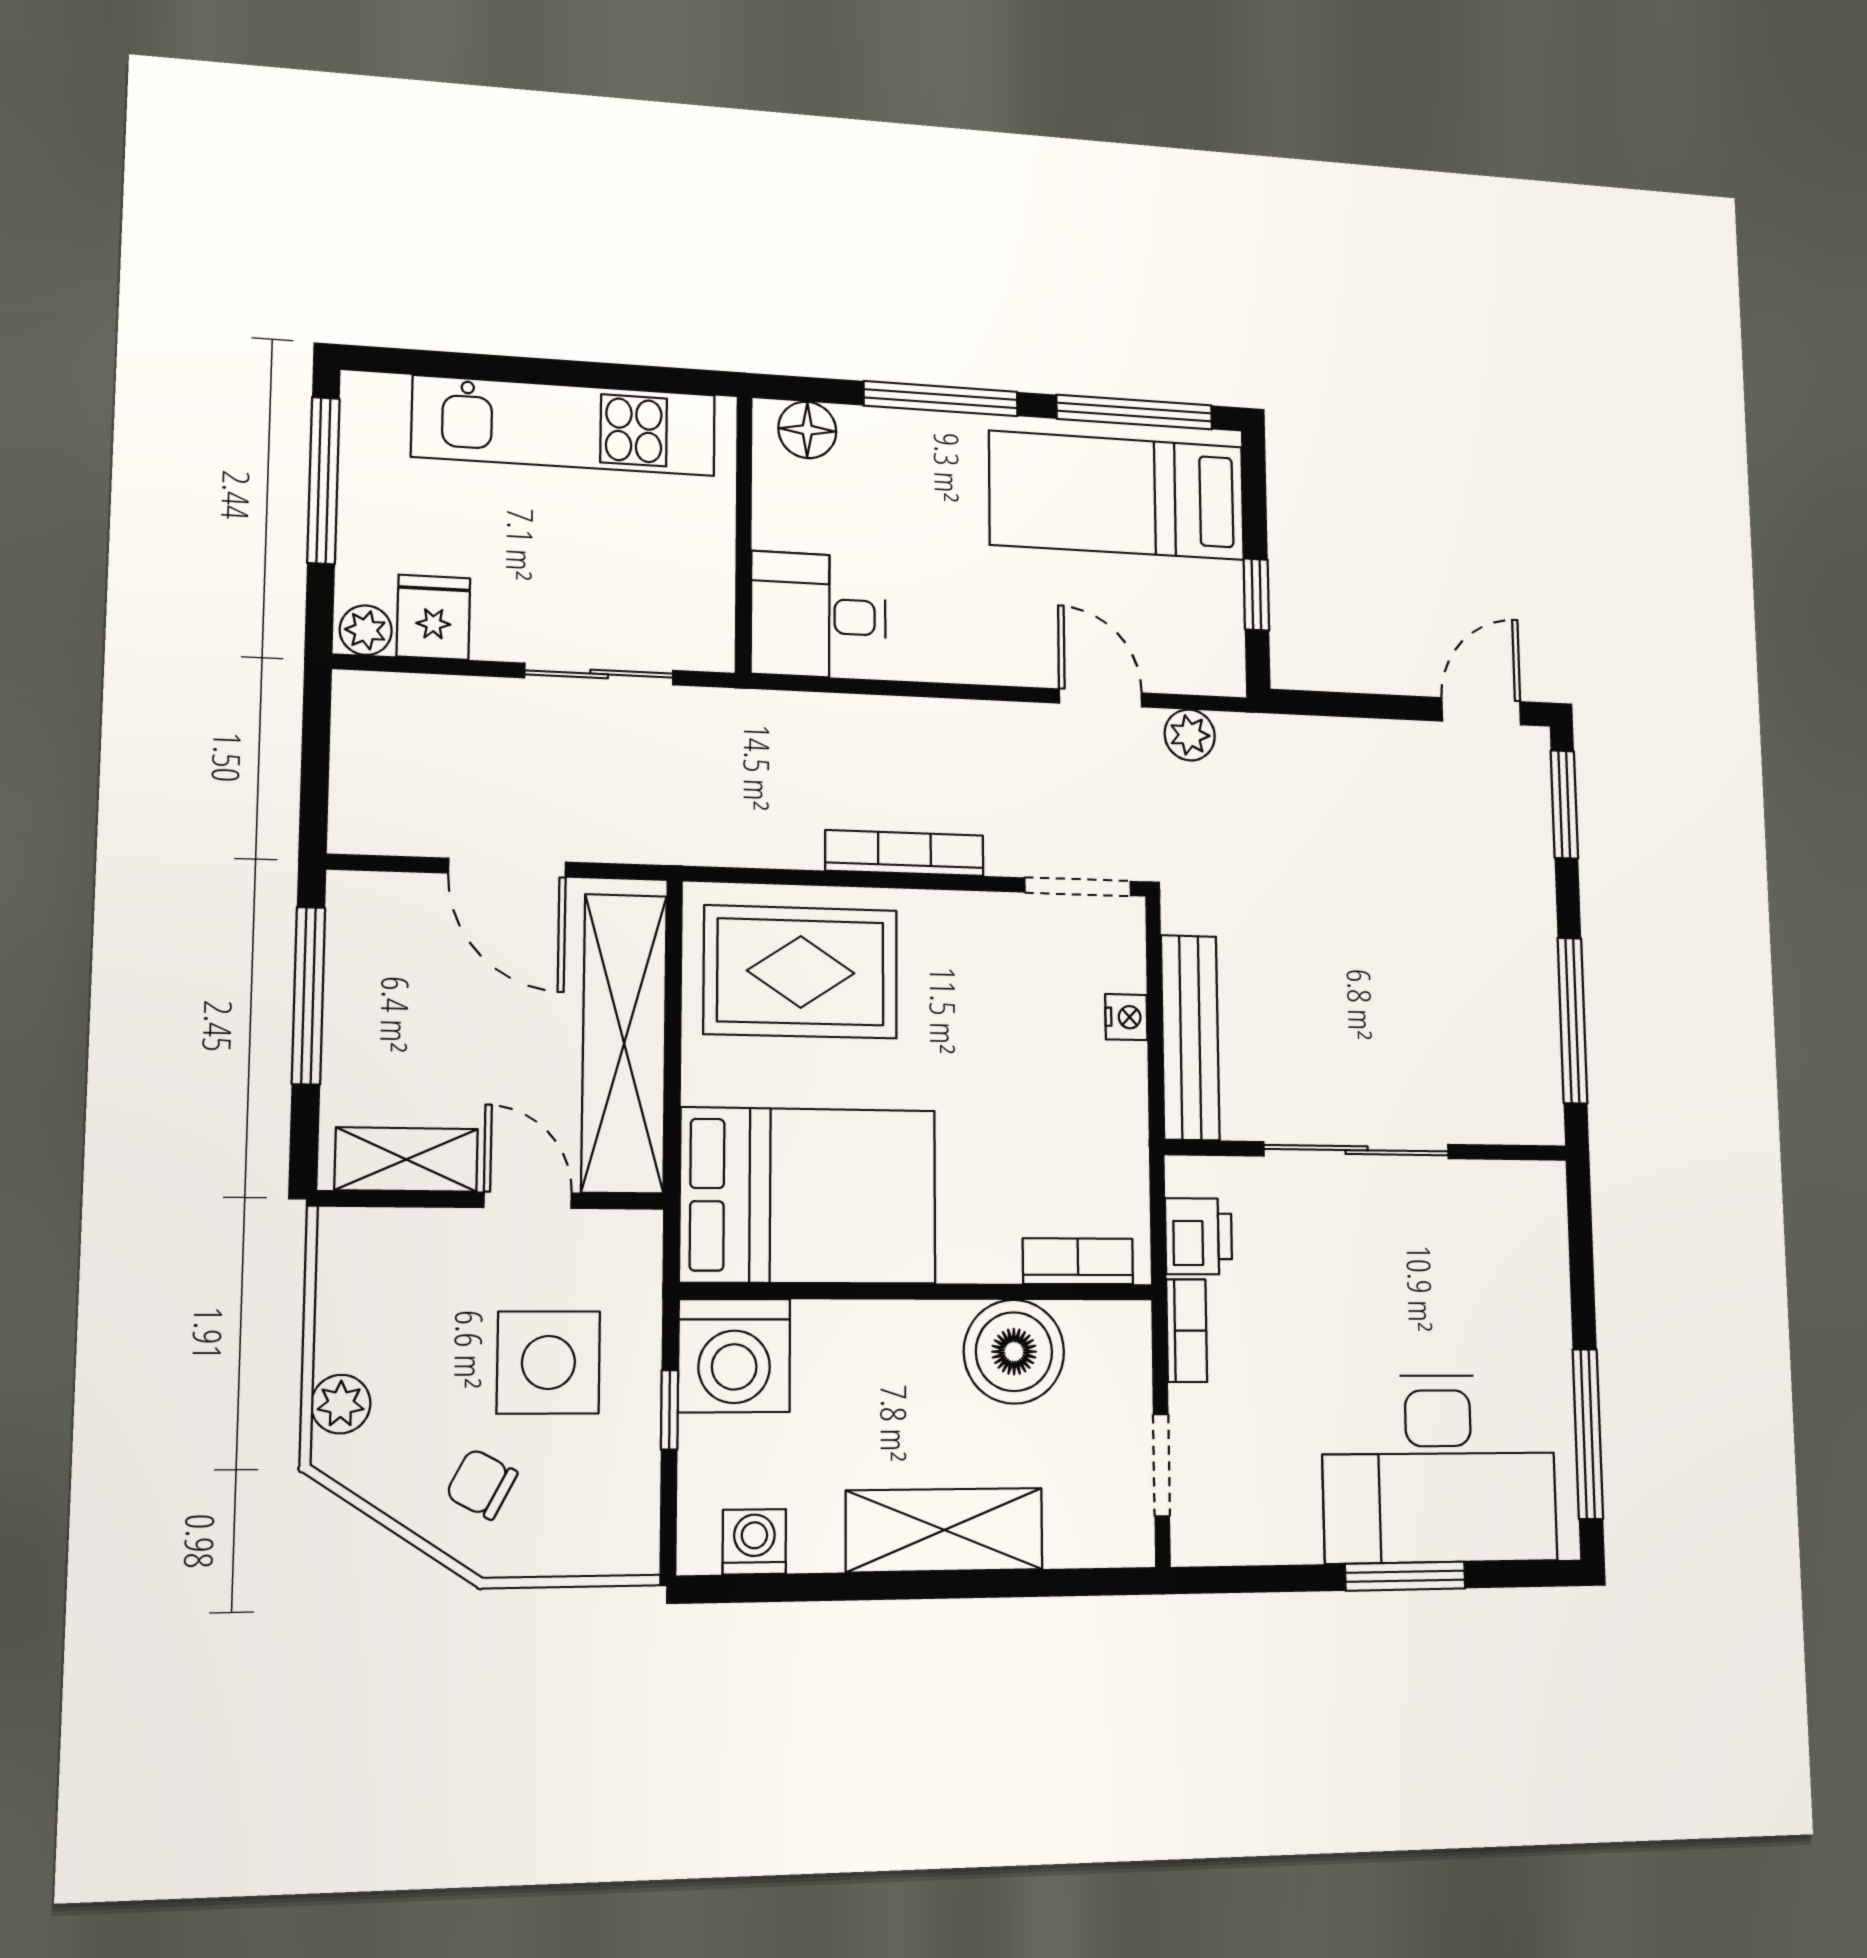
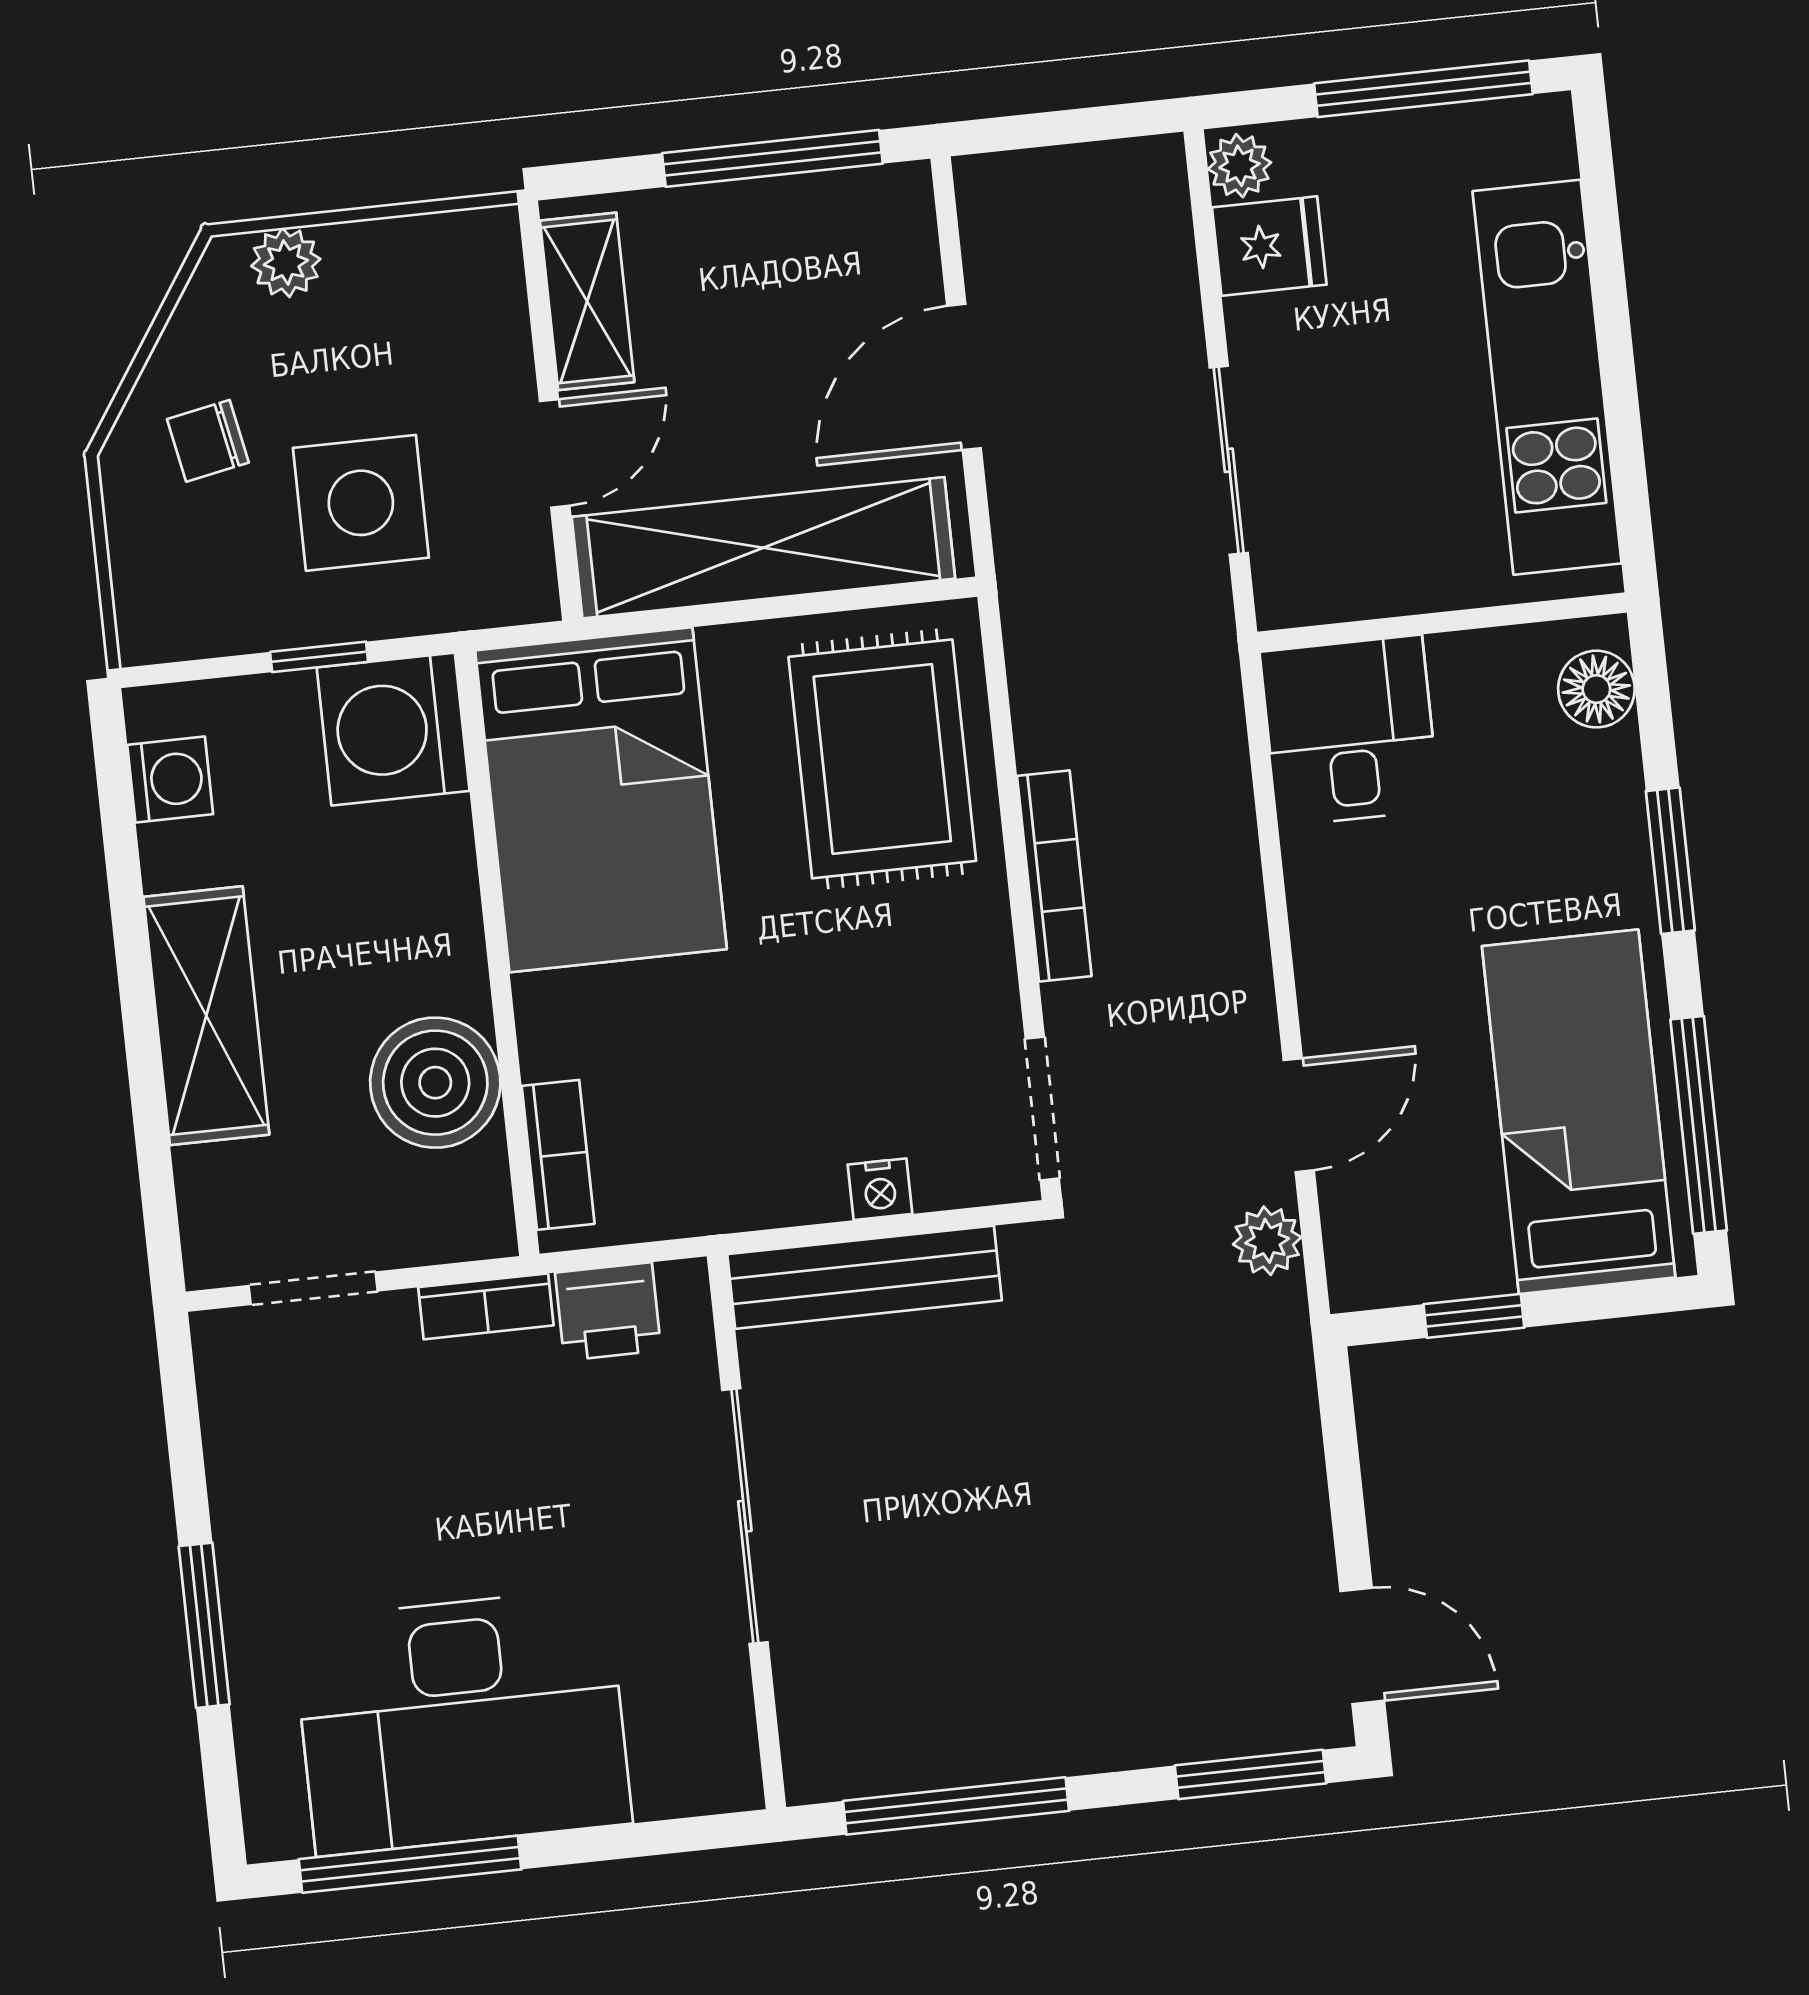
window: (941, 399) -> (1670, 861), width x0.69
desk: (1439, 1468) -> (462, 1722), moved, turned -90
chair: (482, 1484) -> (208, 441), turned -129

